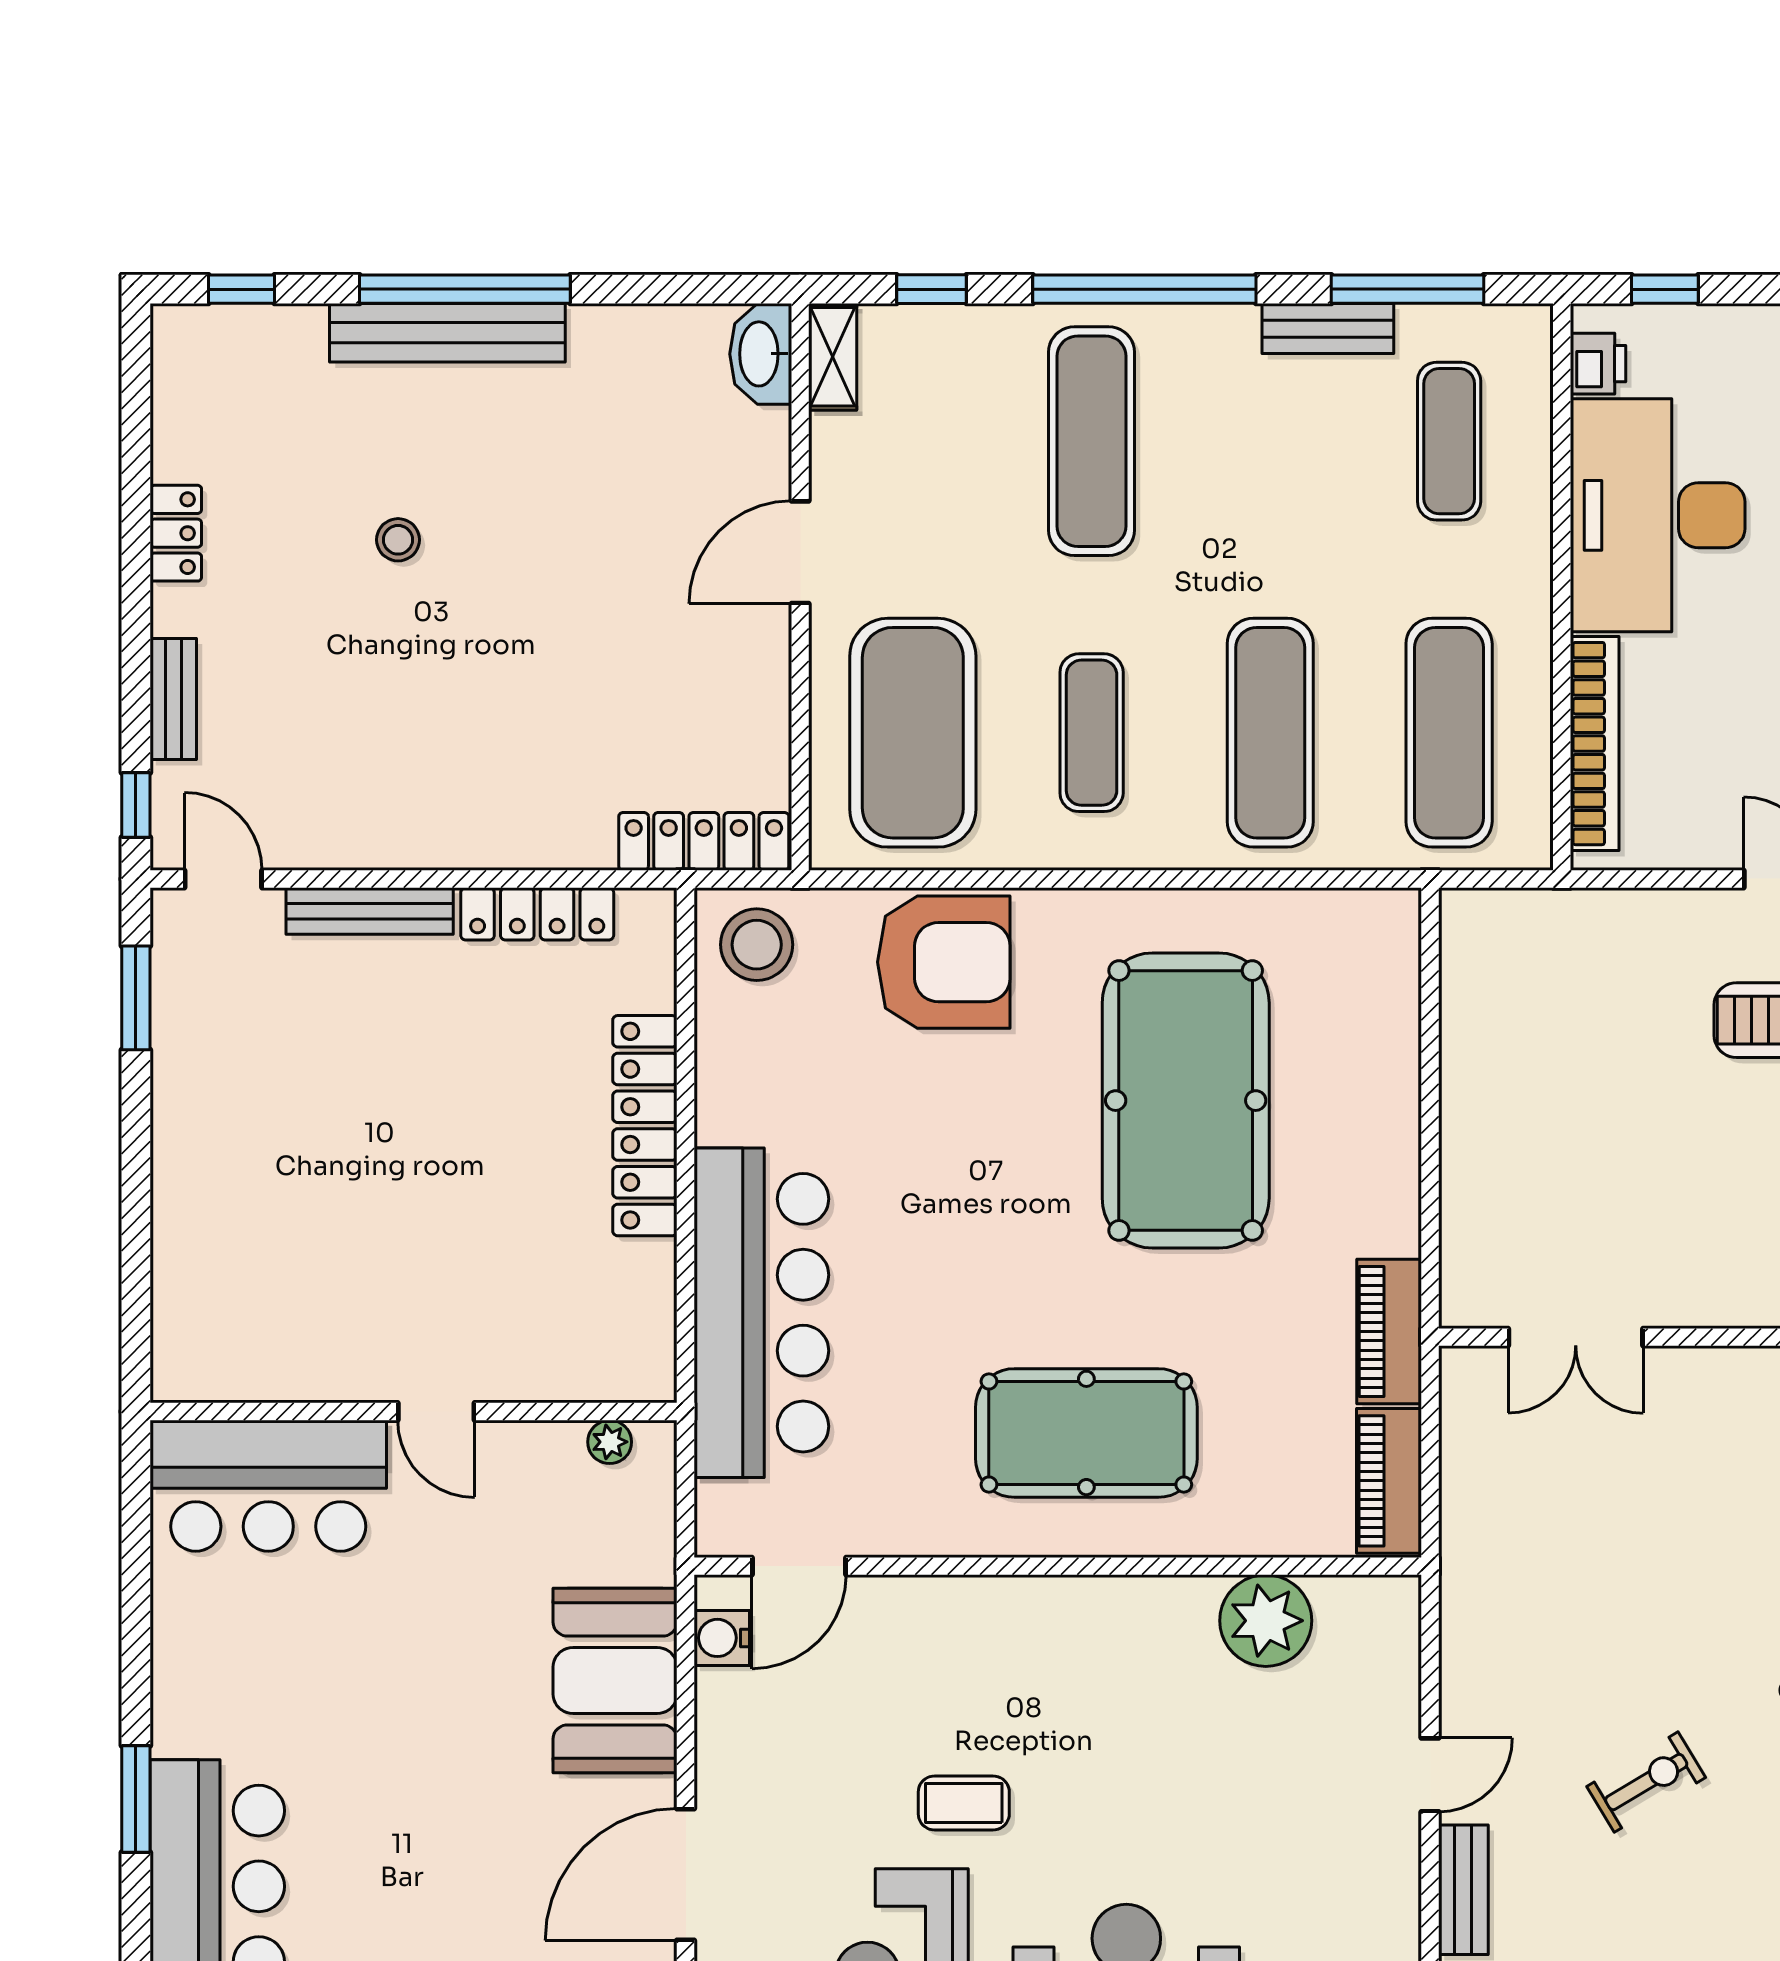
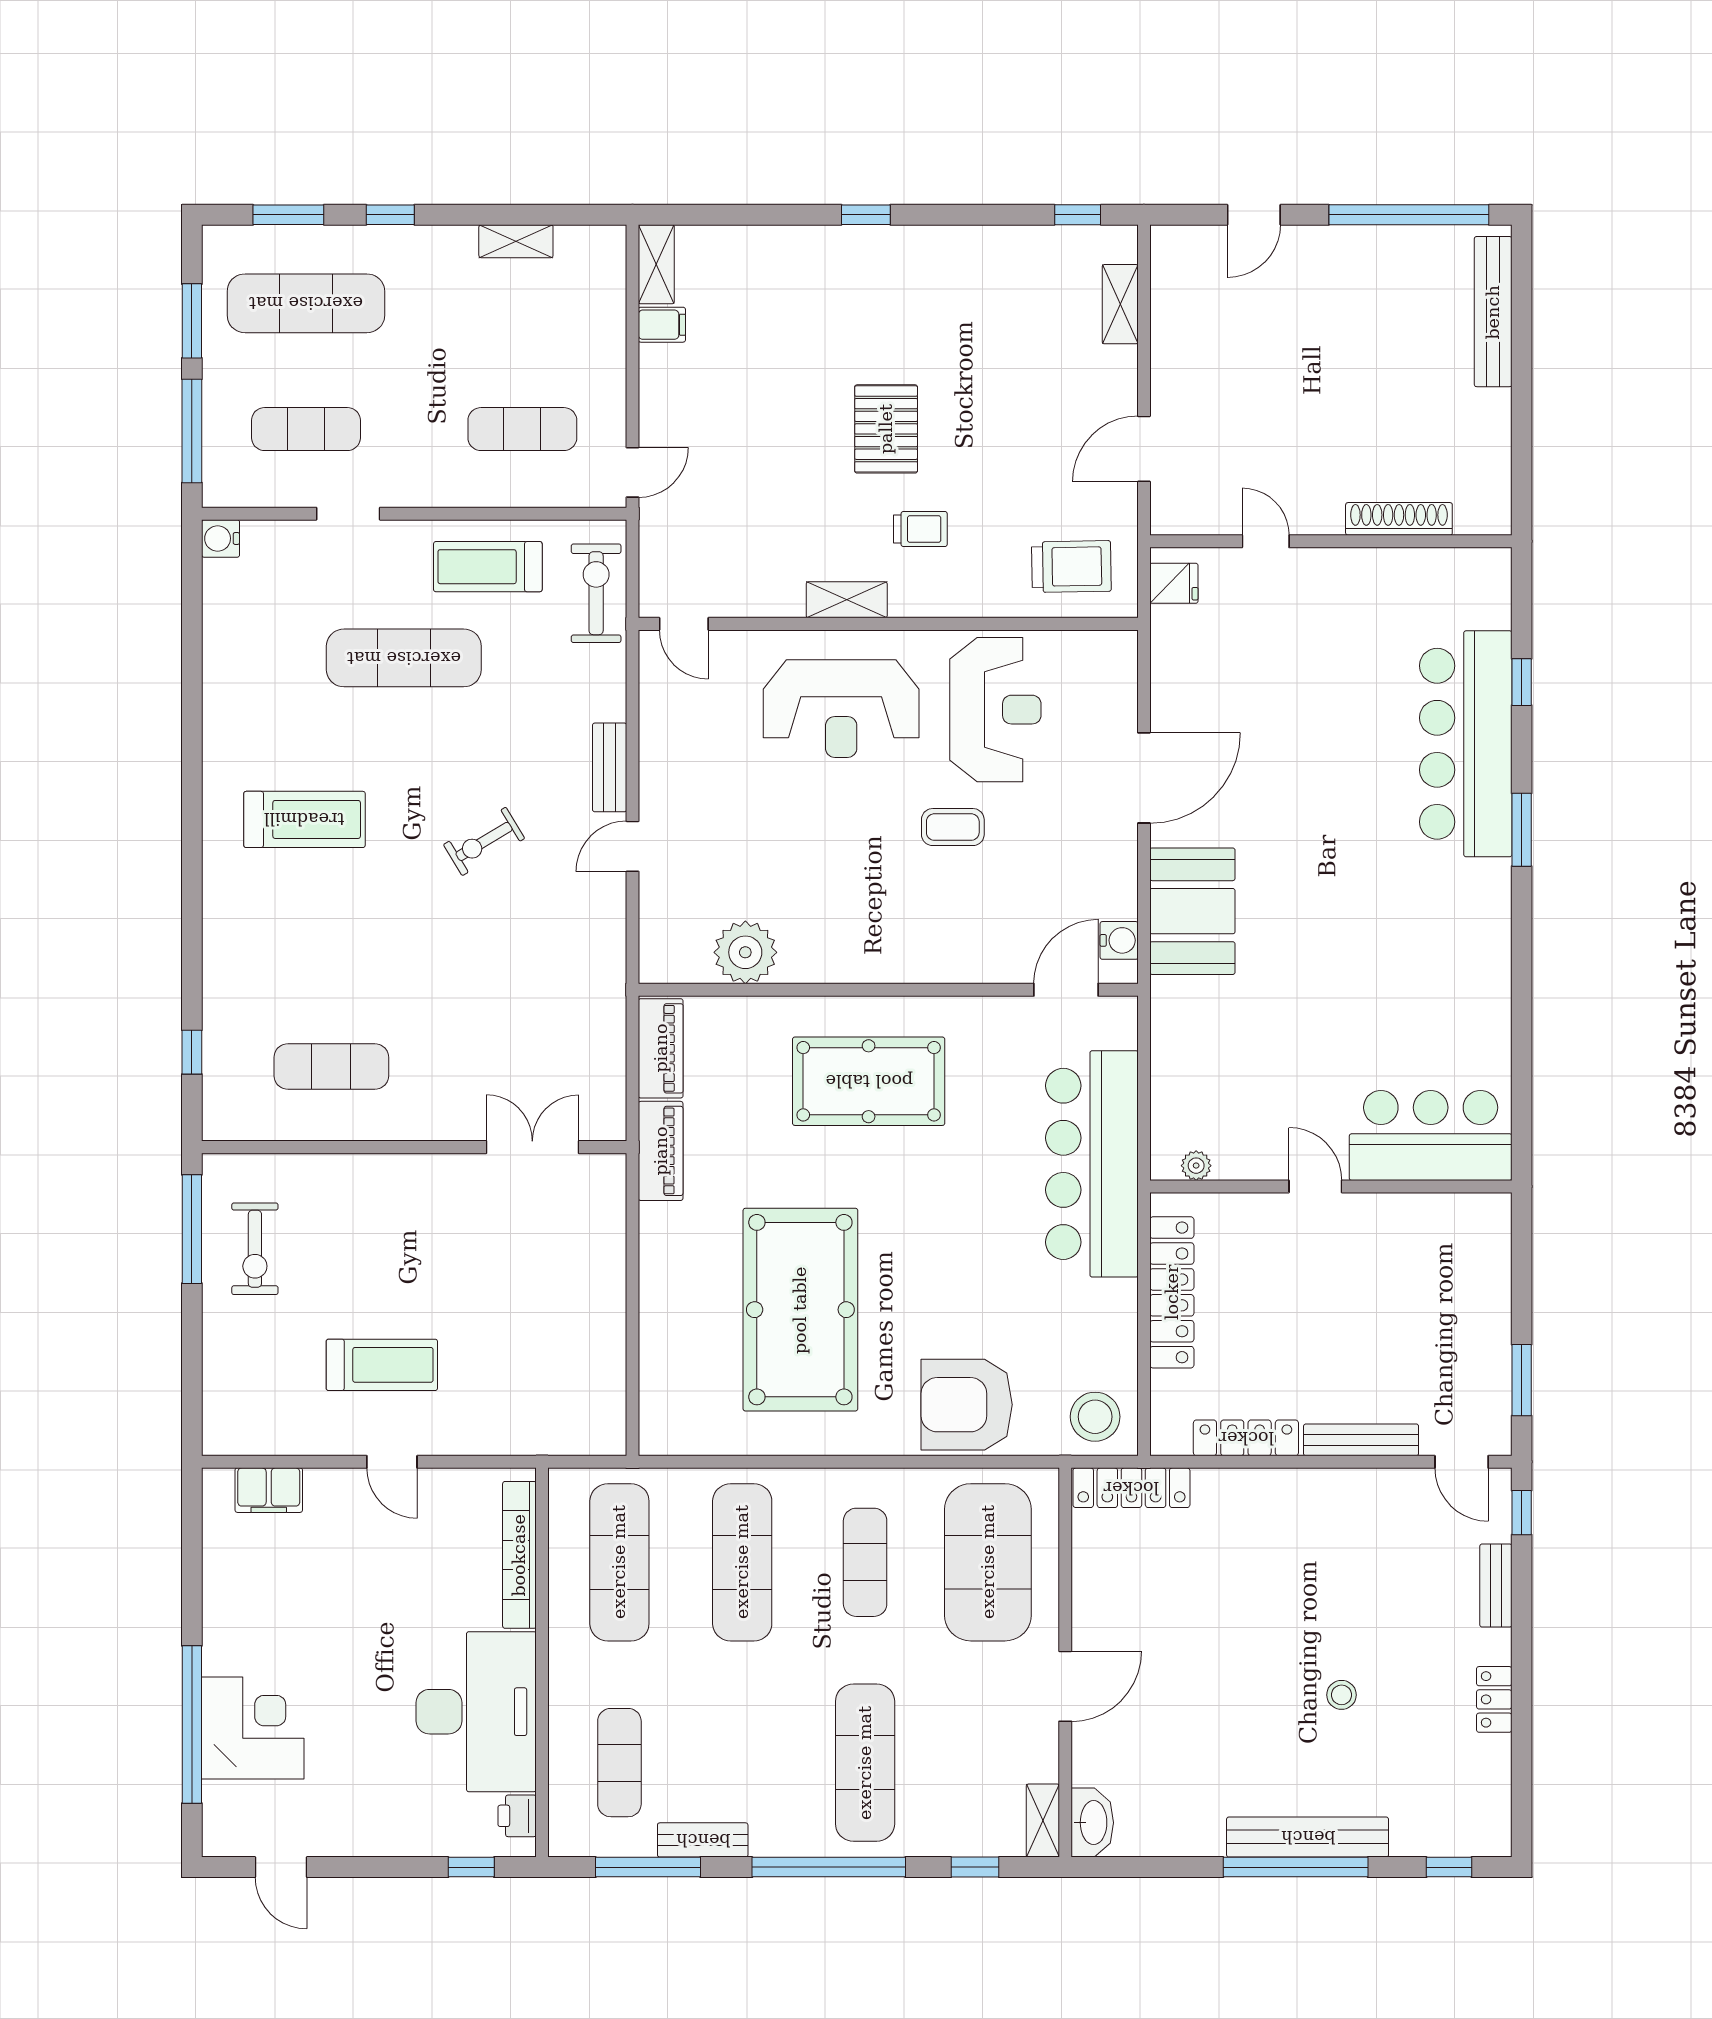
wall: (414, 1412) -> (1331, 1186), moved
door: (436, 1412) -> (1315, 1186), moved
plant: (610, 1442) -> (1196, 1166), moved
bar counter: (268, 1486) -> (1431, 1135), moved

